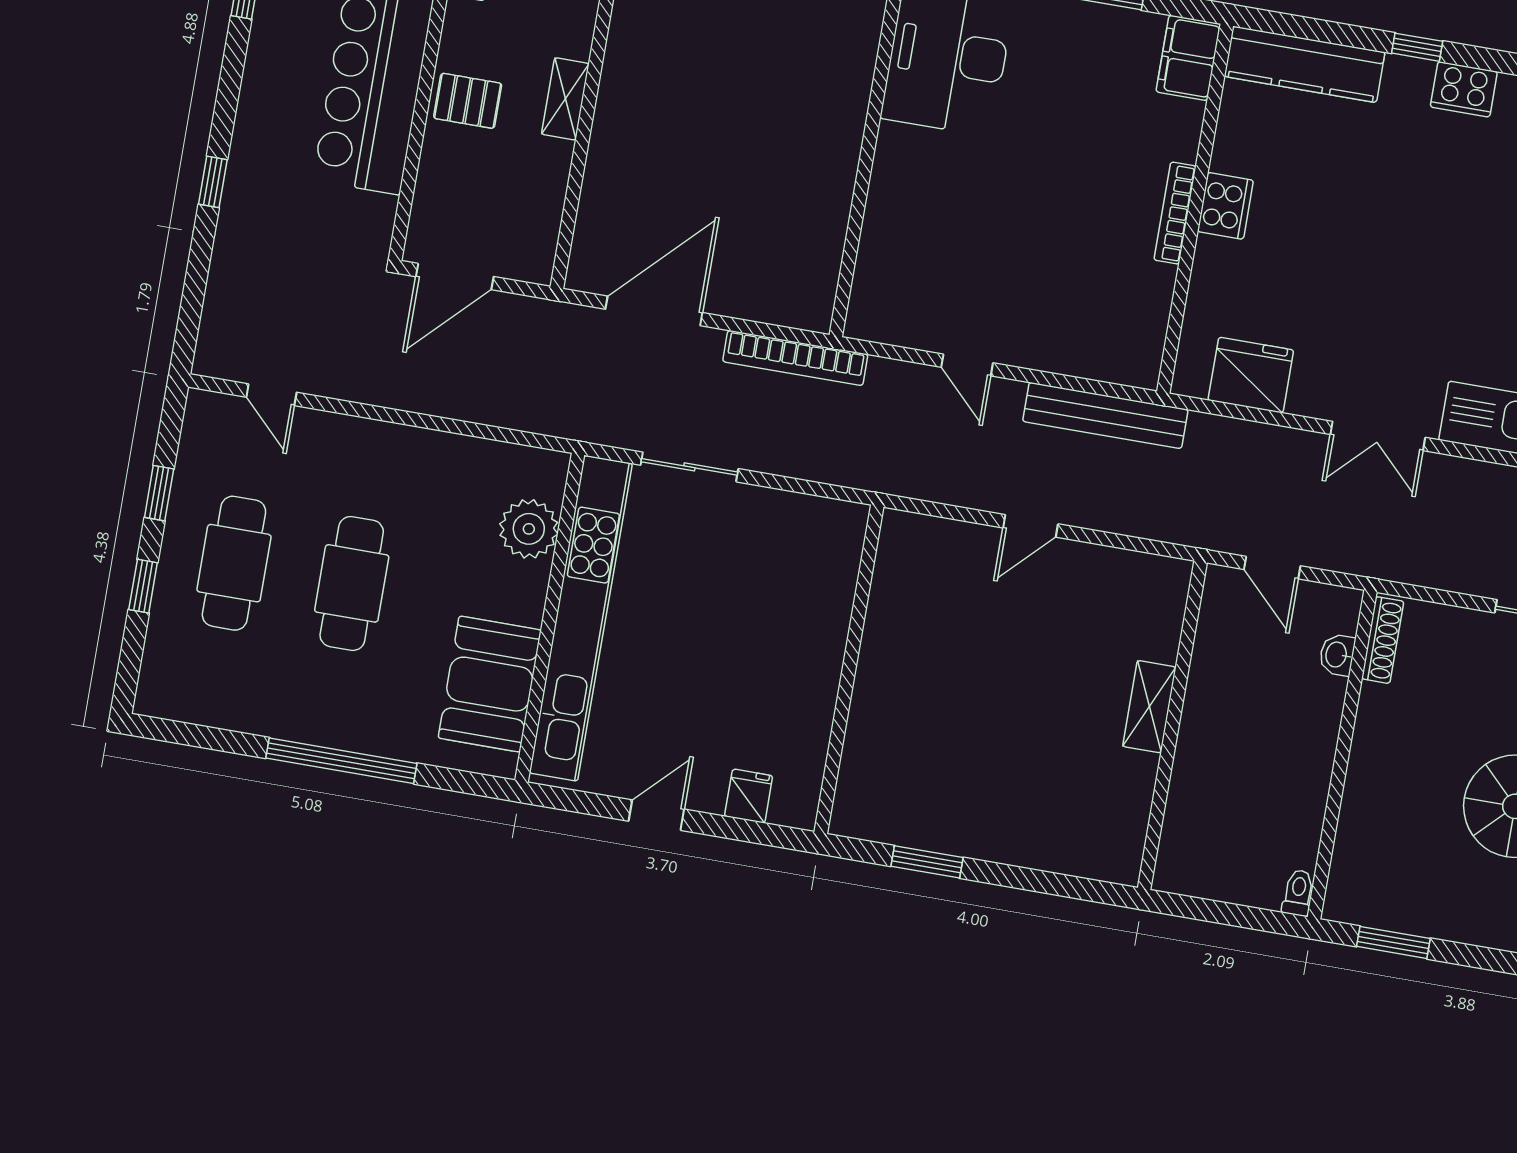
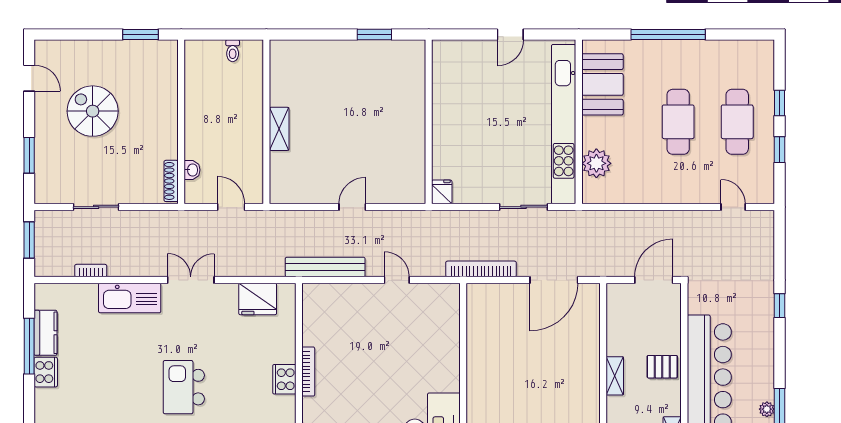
kitchen island: (1428, 225) -> (184, 387), added
fridge: (749, 796) -> (442, 192), moved, turned 180
toilet: (1298, 893) -> (233, 51), moved

